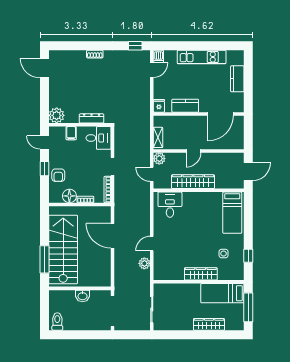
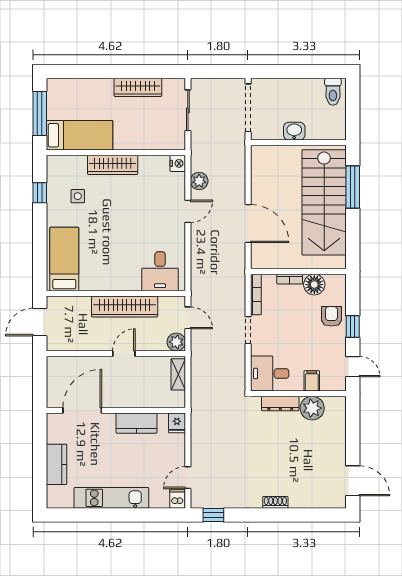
plant: (57, 115) -> (312, 408), moved
nightstand: (158, 275) -> (178, 163), added
wardrobe: (209, 324) -> (138, 87), moved

